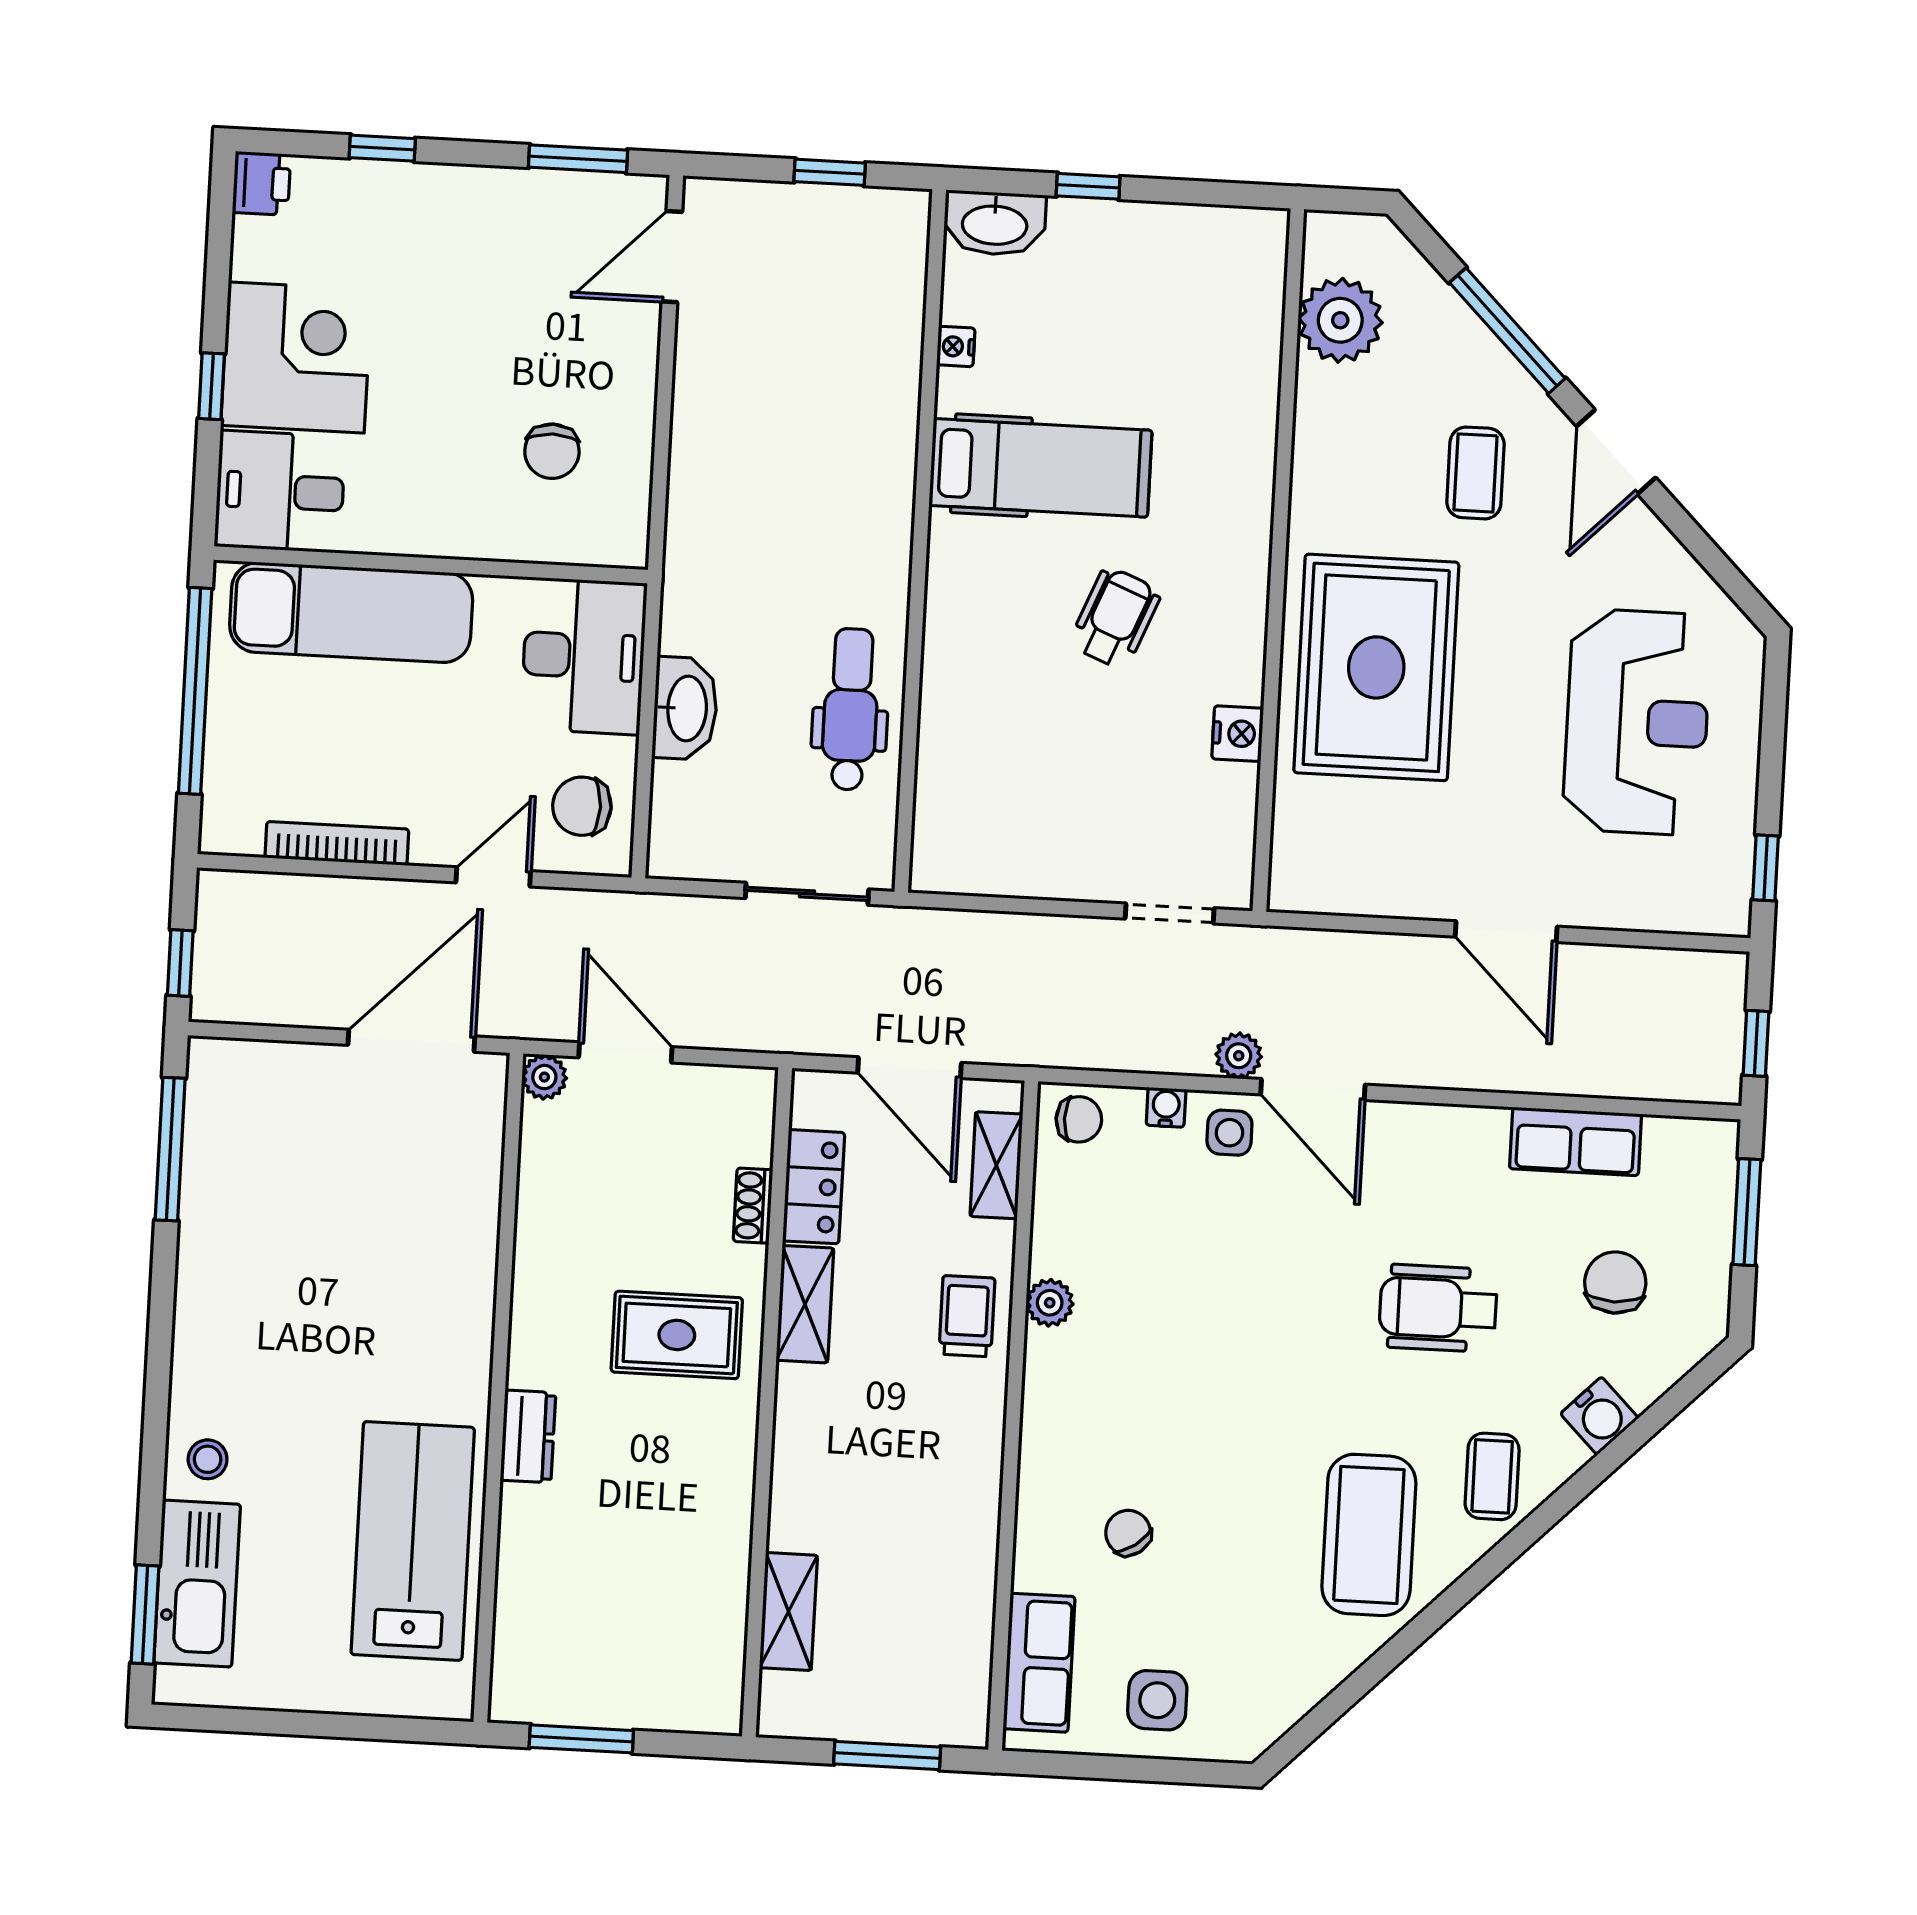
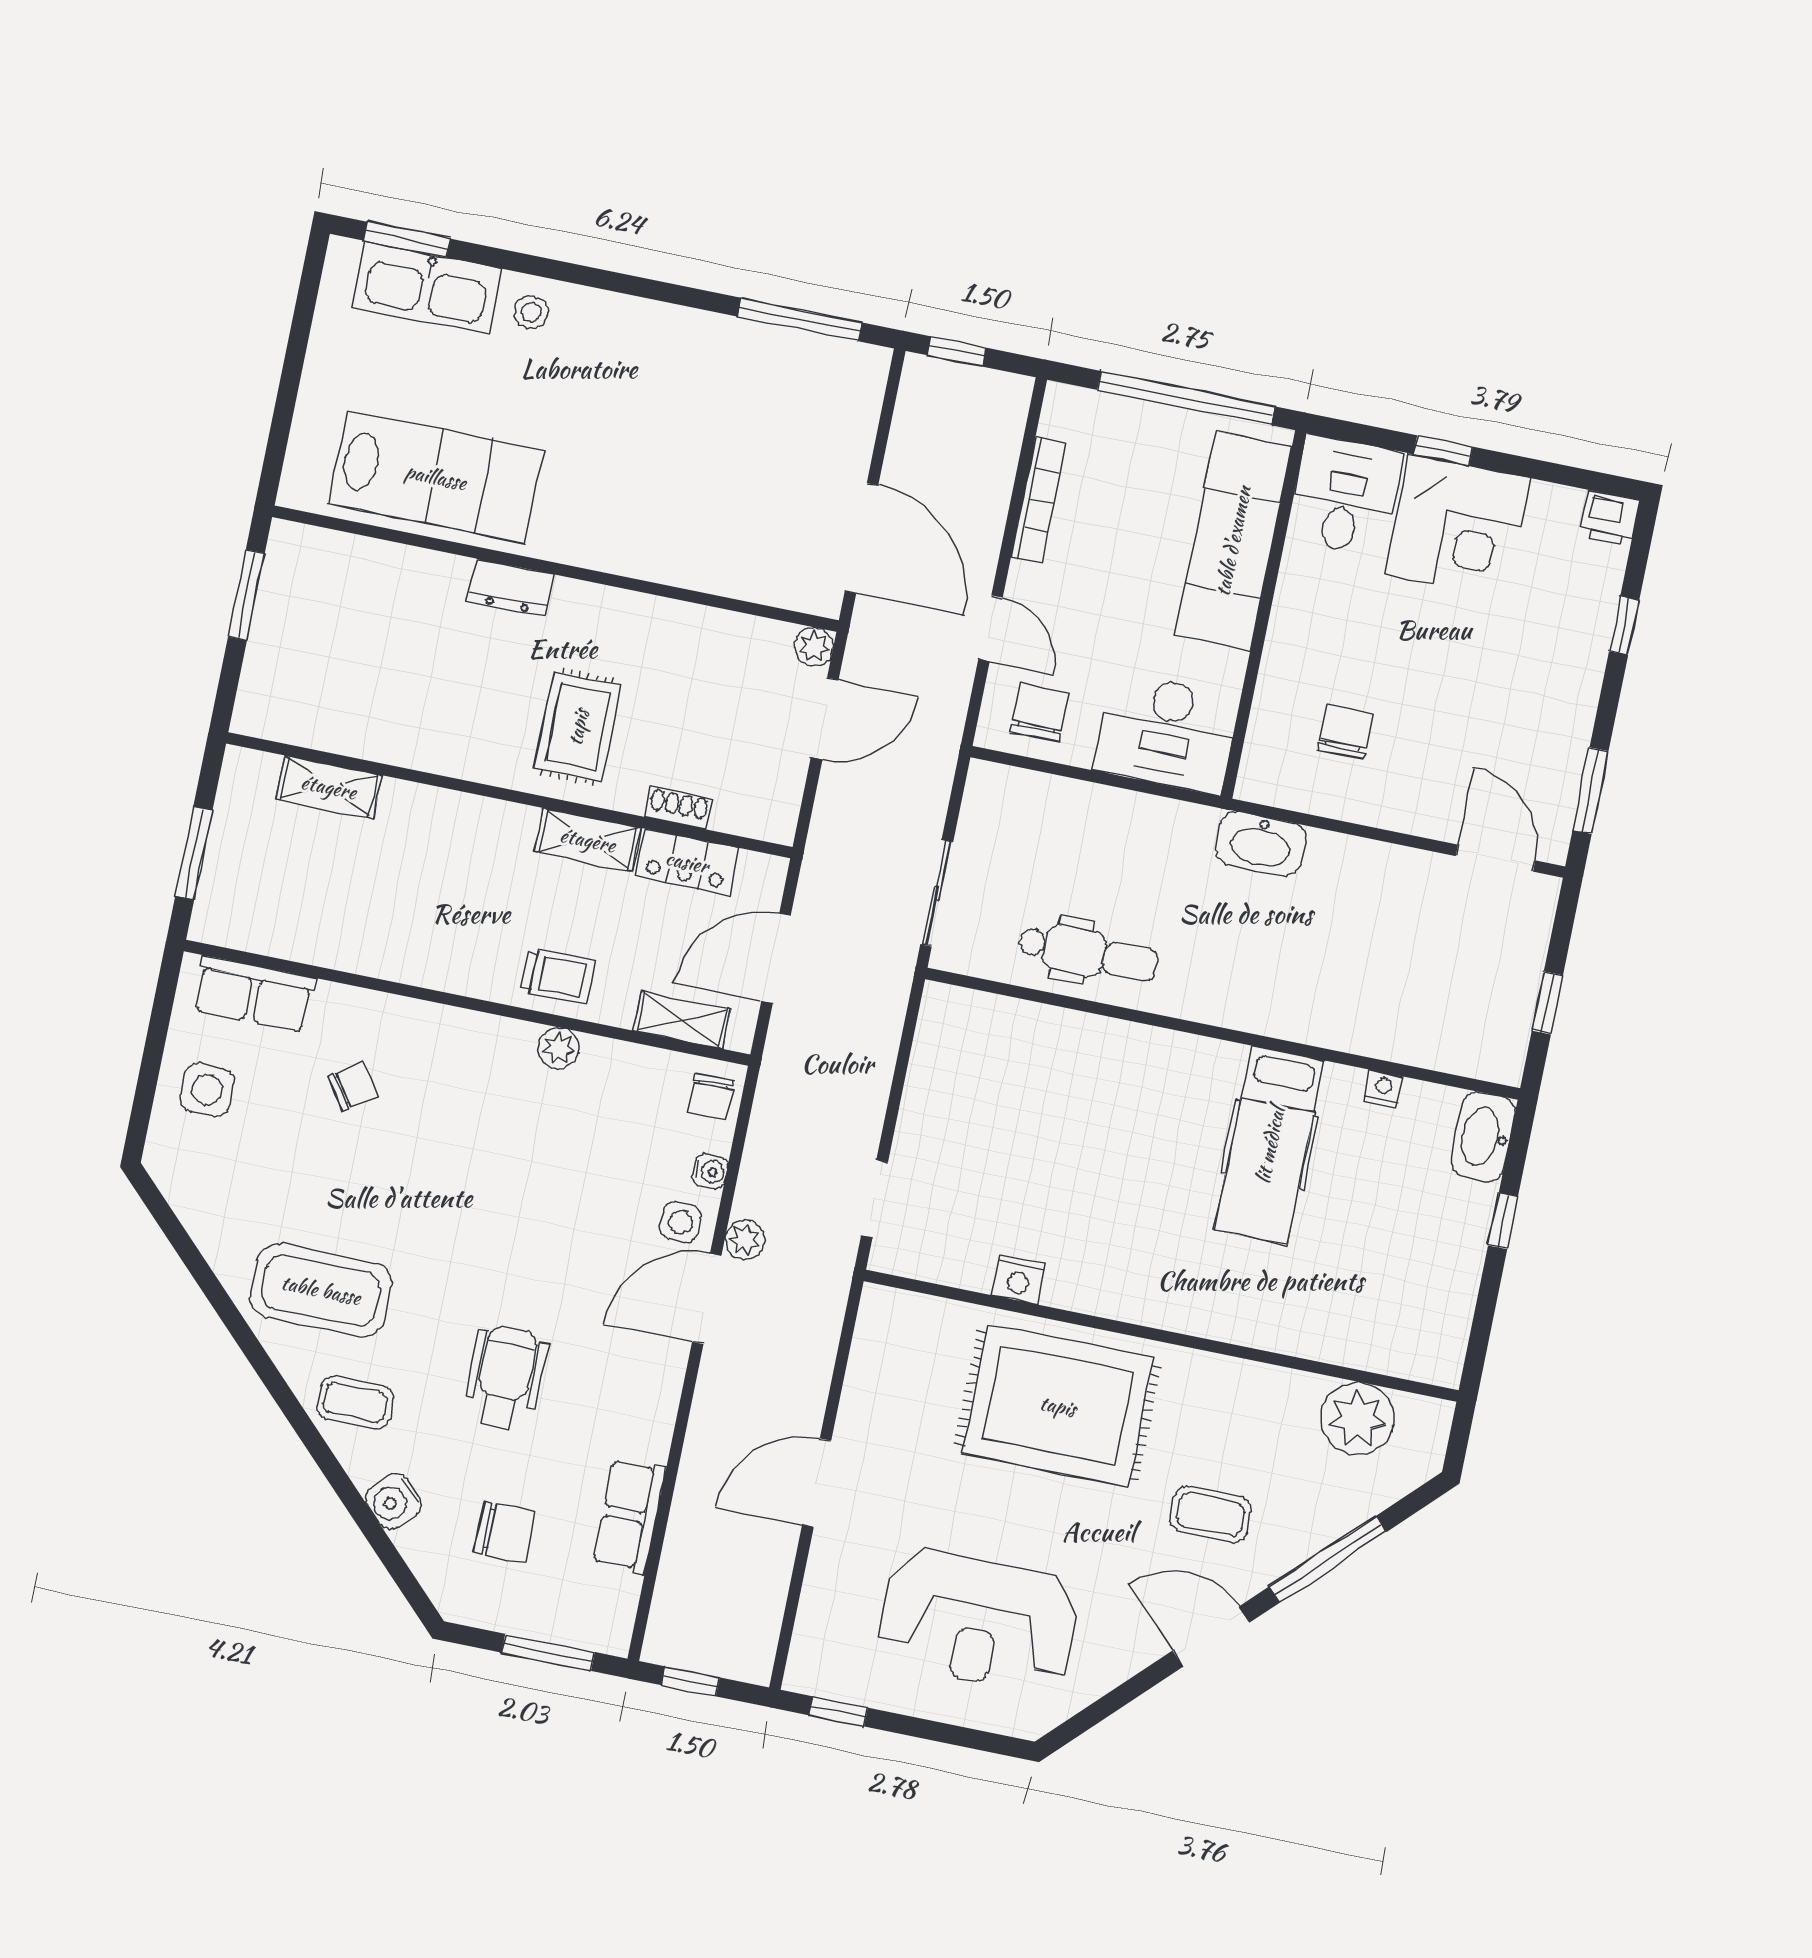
chair: (552, 451) -> (1345, 732), turned 90
wheelchair: (1115, 618) -> (1133, 1190), removed
washbasin: (685, 708) -> (1261, 844), moved

